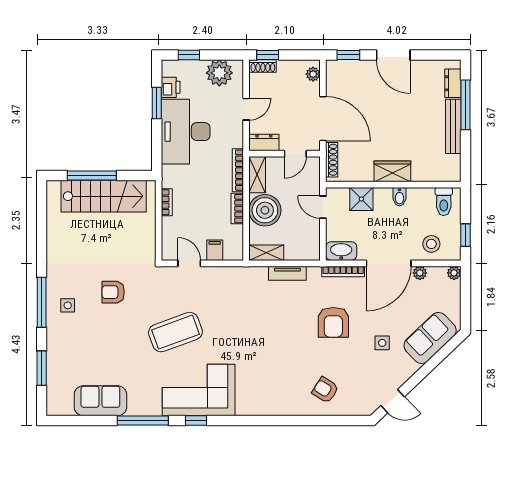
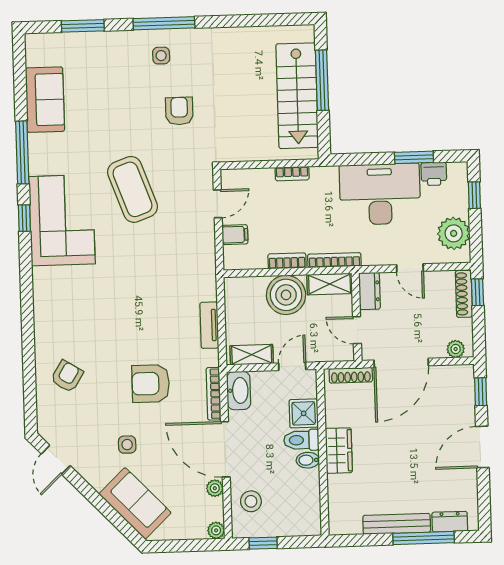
shoe rack: (263, 66) -> (464, 294), width x1.43
toilet: (444, 202) -> (301, 440), moved
shelving: (266, 253) -> (252, 355), moved, turned 90

